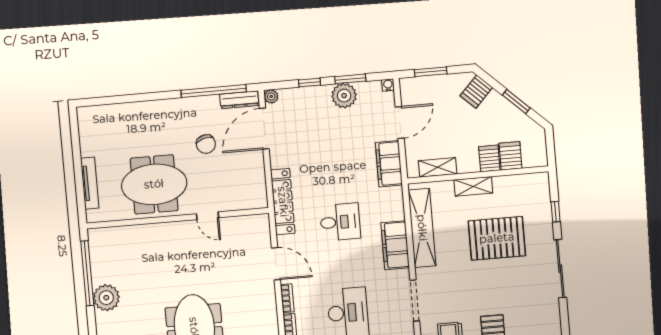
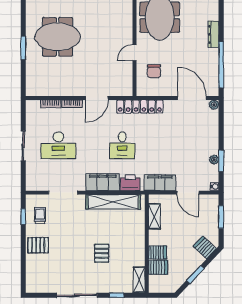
window: (309, 82) -> (221, 132), removed
plant: (344, 96) -> (214, 160), width x0.53, depth x0.53
dresser: (239, 100) -> (214, 34), moved
chair: (206, 144) -> (154, 71), moved, turned -75
shelving: (473, 186) -> (139, 280), moved
printer: (392, 206) -> (130, 183), added
pallet: (497, 238) -> (102, 253), width x0.49, depth x0.50

